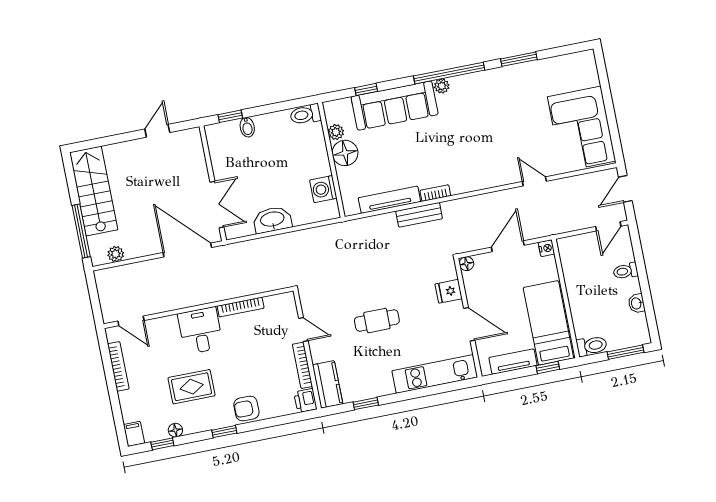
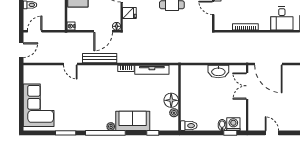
sofa: (395, 106) -> (133, 121), width x0.73
corner sofa: (582, 129) -> (39, 105), moved
door: (157, 131) -> (272, 133), swing flipped
washing machine: (323, 189) -> (233, 124), moved, turned -90
bench: (419, 215) -> (100, 58), moved, width x1.36
door: (508, 246) -> (103, 31), moved
desk: (200, 331) -> (282, 18), moved

